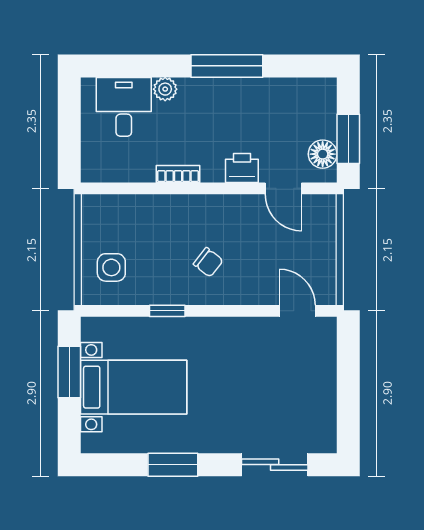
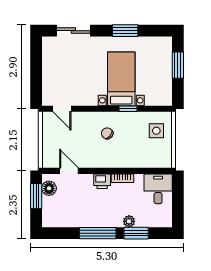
window: (151, 66) -> (136, 233), added
desk: (124, 107) -> (158, 189), moved, turned 180
printer: (242, 168) -> (102, 181), moved
window: (69, 372) -> (178, 65), moved
bed with nightstands: (134, 387) -> (121, 79), moved, turned 90

